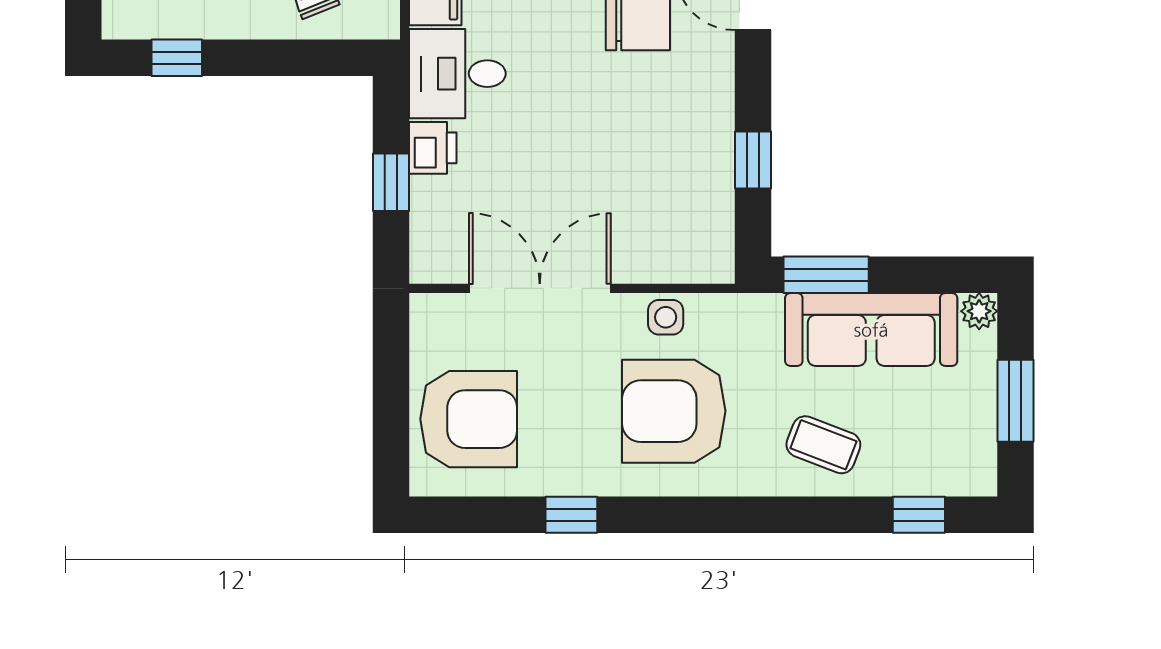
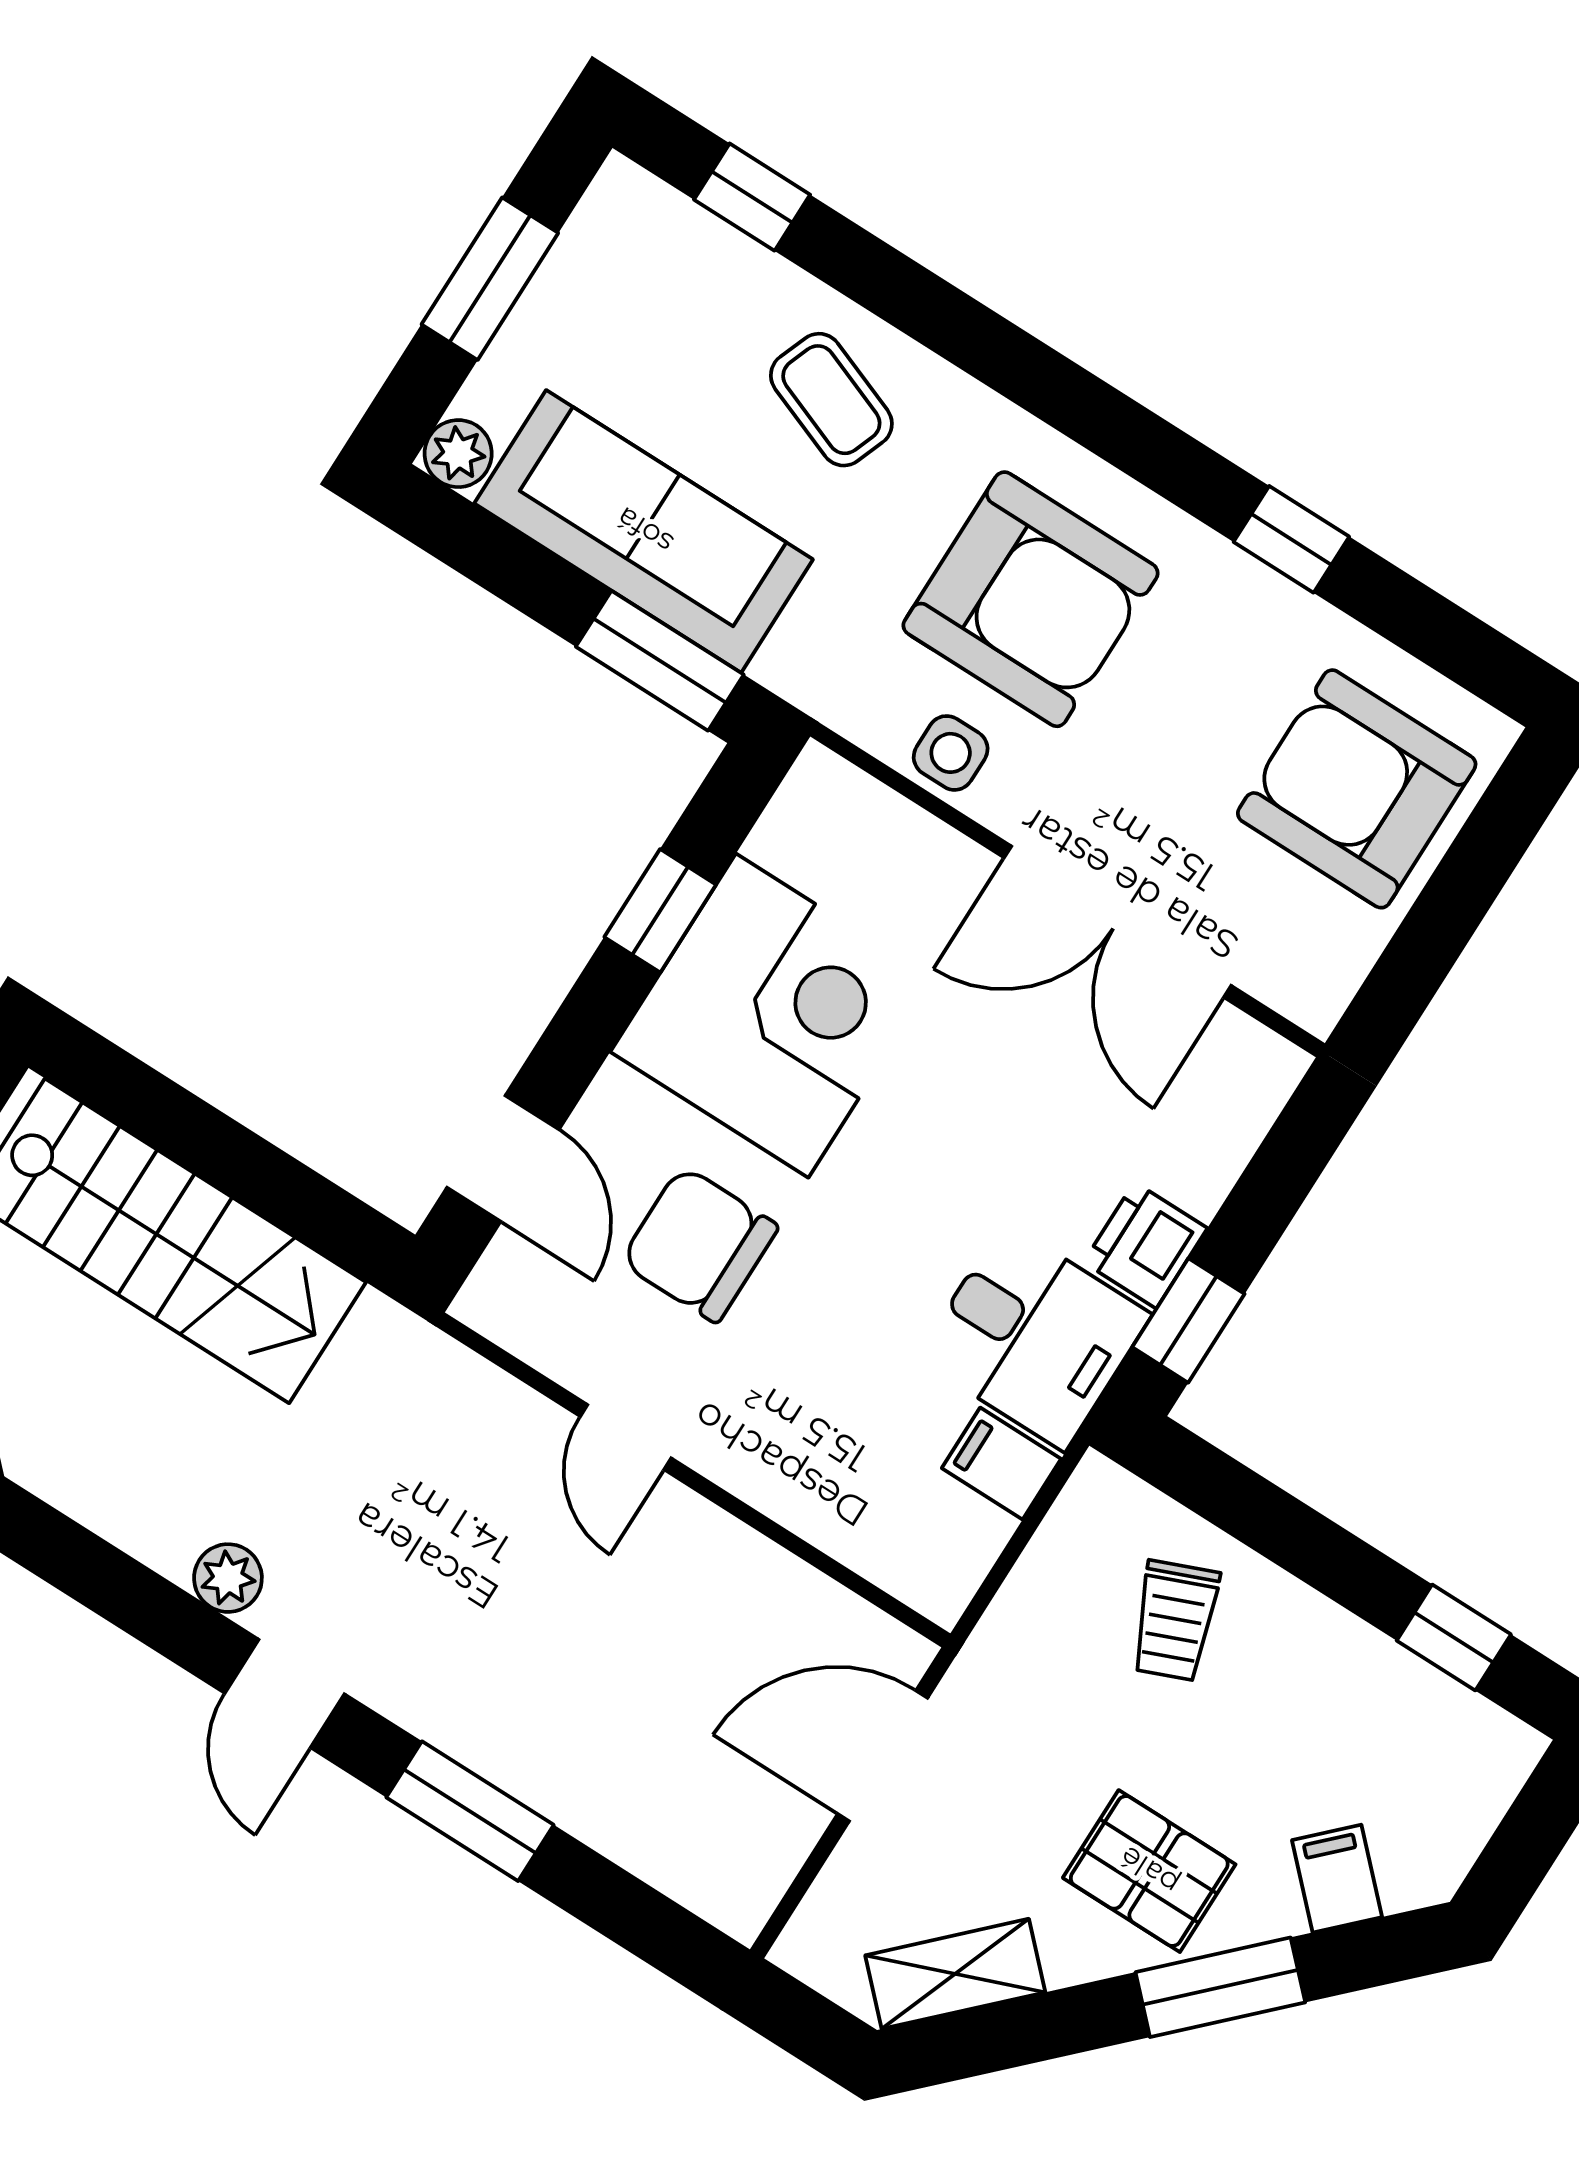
corner desk: (671, 145) -> (772, 1016), added
window: (391, 182) -> (1188, 1321), moved

